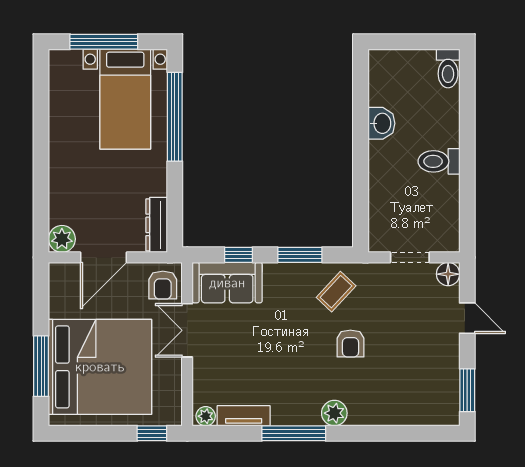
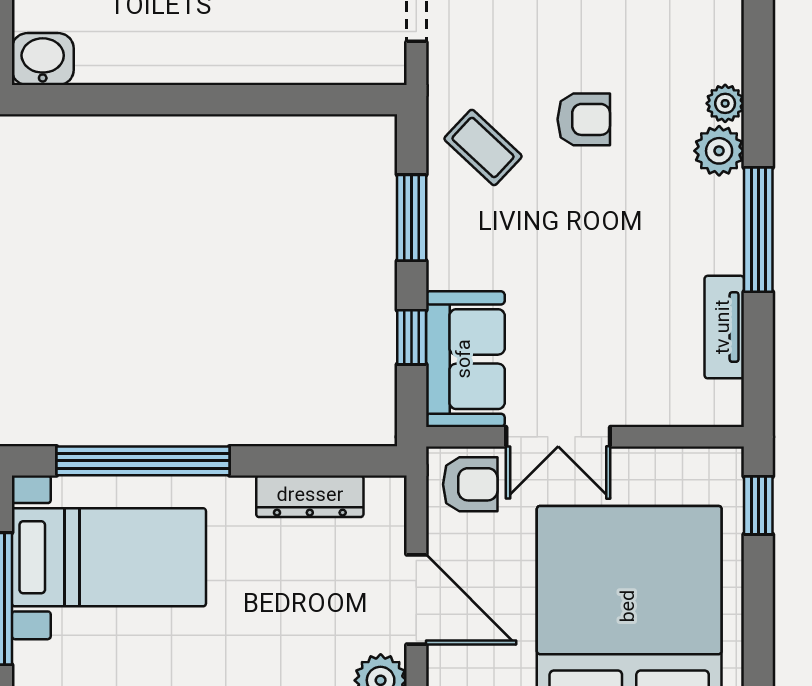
washbasin: (382, 123) -> (43, 59), moved
dresser: (157, 225) -> (310, 496), moved
plant: (206, 416) -> (725, 103), moved

